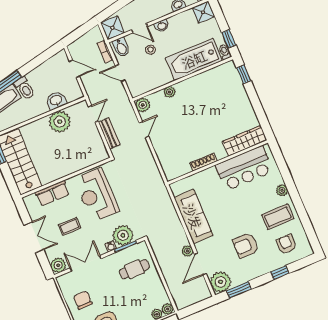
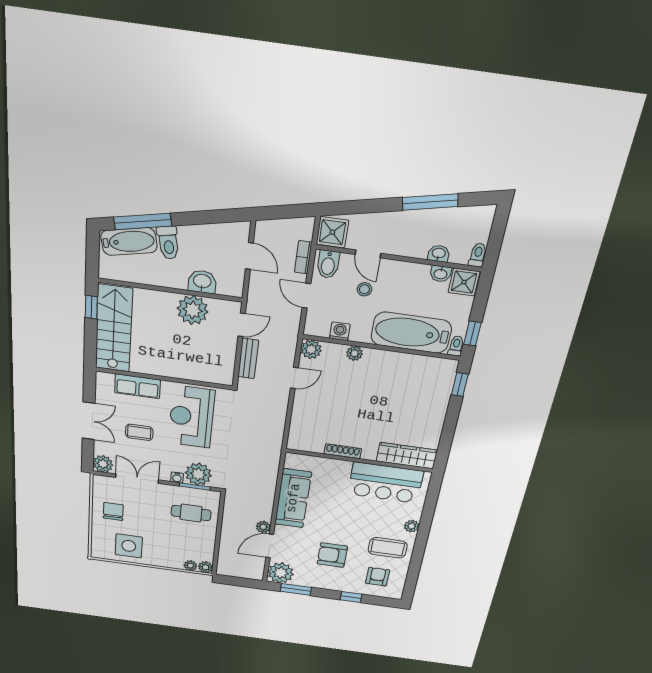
washbasin: (162, 26) -> (441, 274), moved
washing machine: (152, 83) -> (340, 331), added

